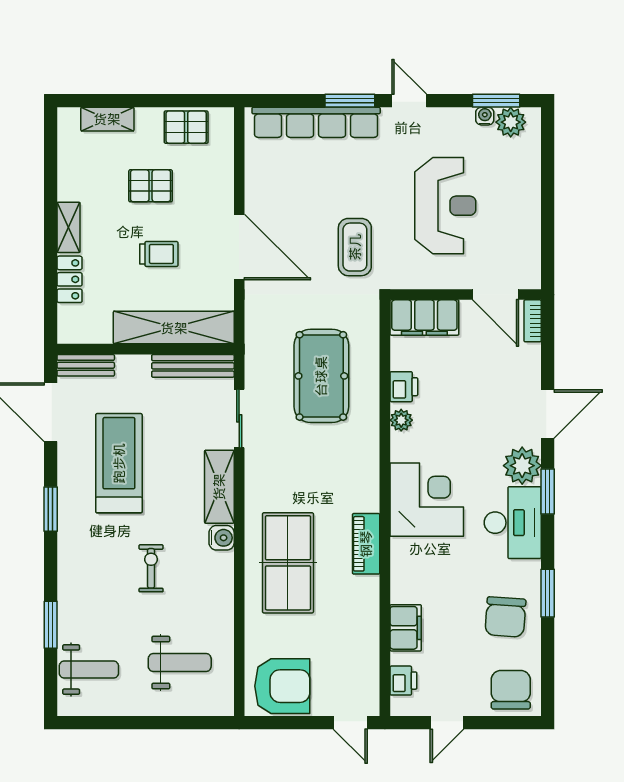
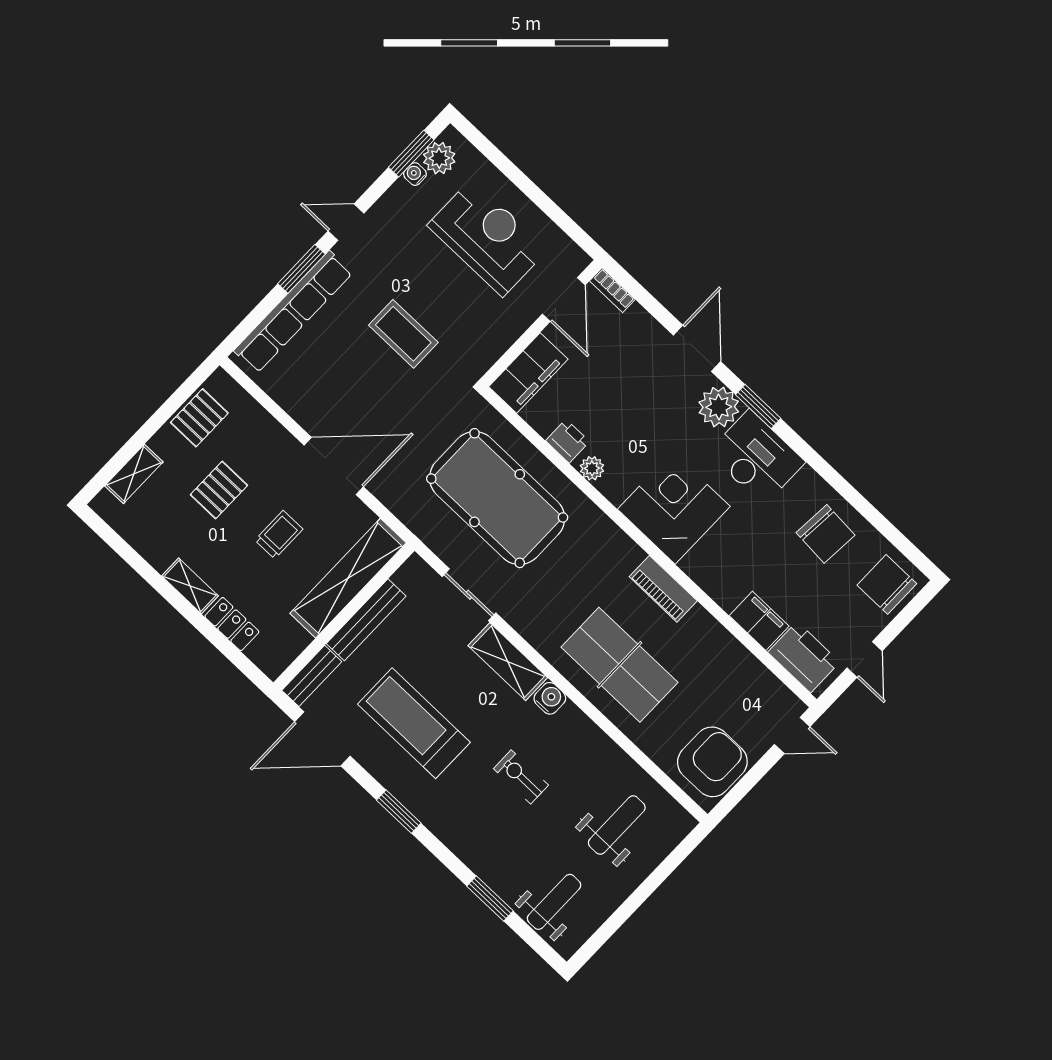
reception desk: (445, 206) -> (487, 238), moved
coffee table: (355, 247) -> (403, 334), moved
door: (496, 295) -> (564, 300), hinge flipped
bench: (193, 366) -> (366, 620), moved
pool table: (321, 376) -> (497, 498), width x1.36, depth x1.32
window: (548, 593) -> (838, 483), removed
printer: (403, 681) -> (804, 657), width x1.87, depth x1.48

